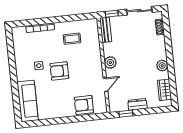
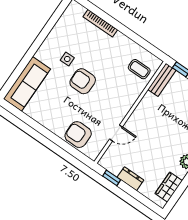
coffee table: (72, 39) -> (139, 69), moved
plant: (110, 63) -> (139, 116), removed

